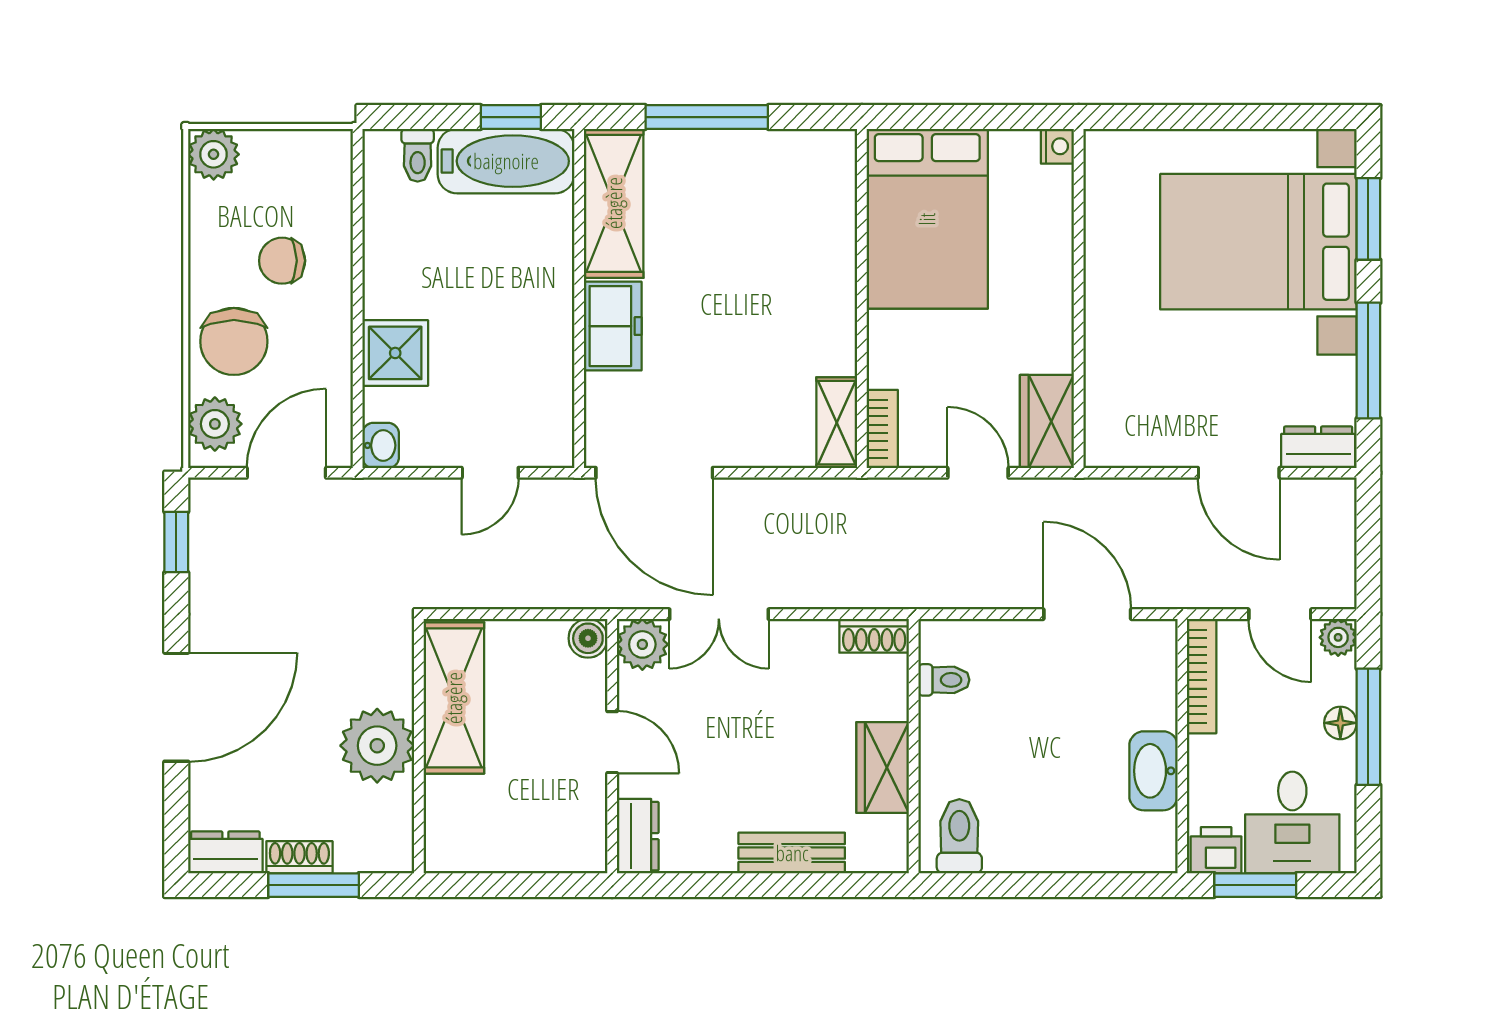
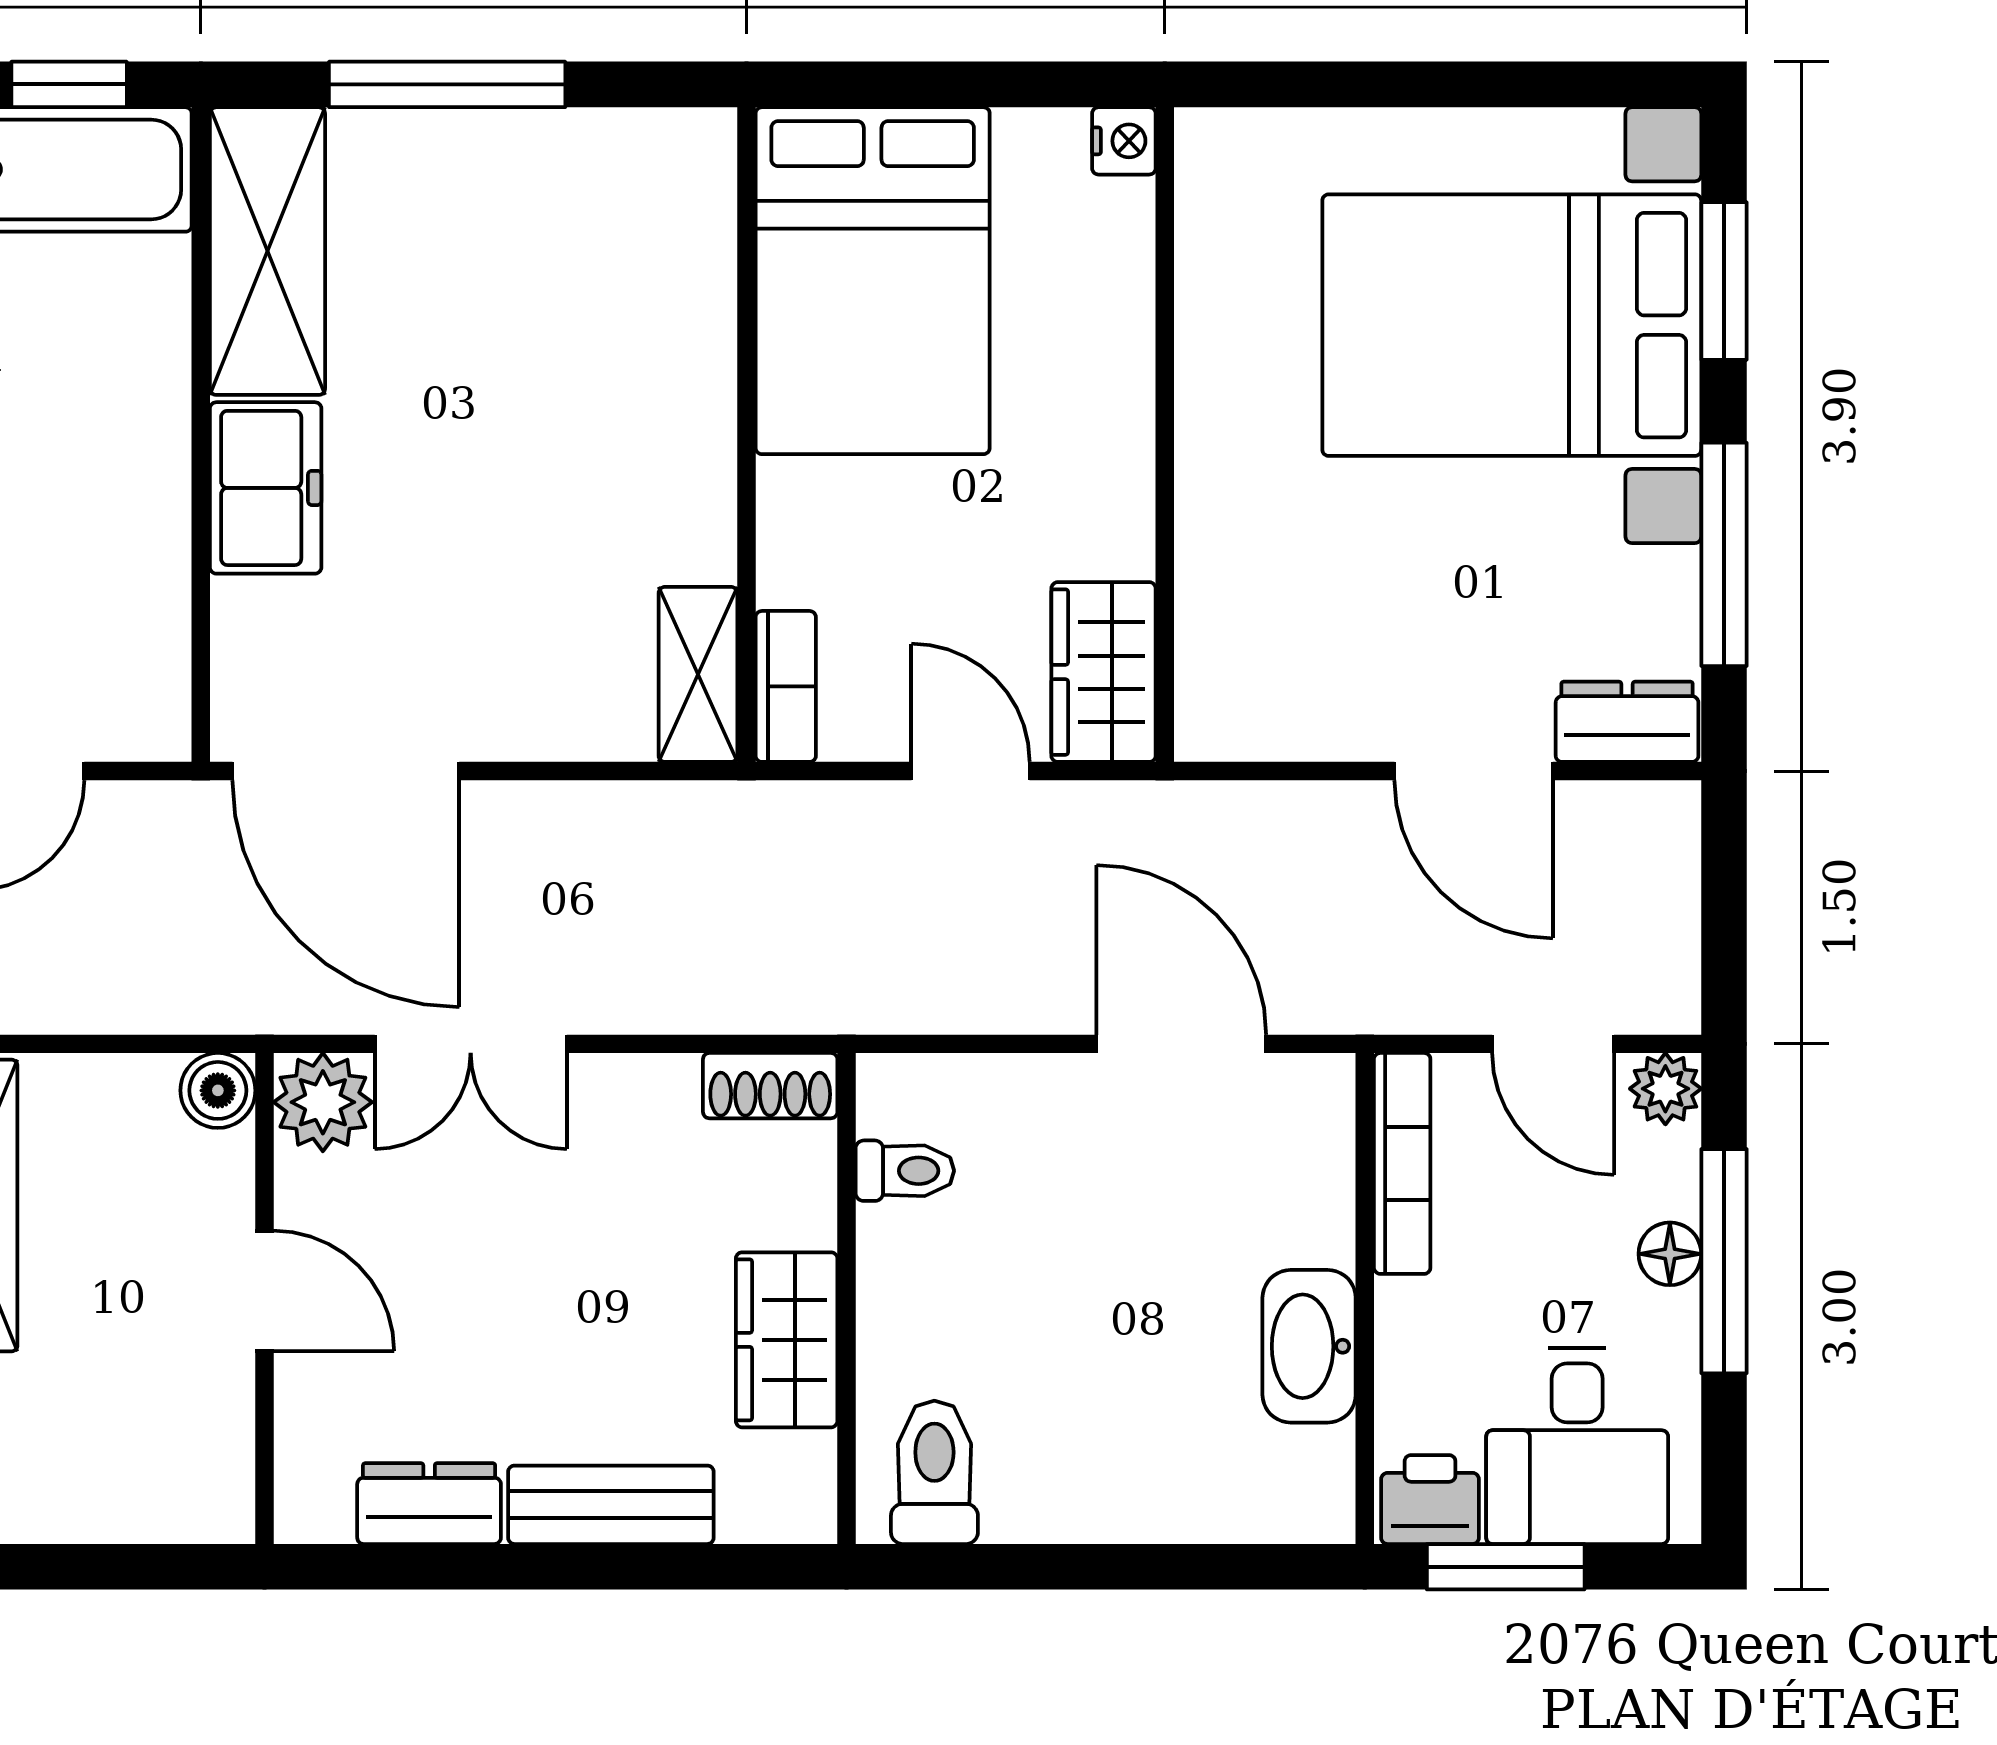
dresser: (638, 836) -> (429, 1504), moved, turned -90

